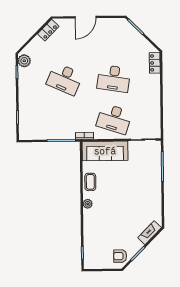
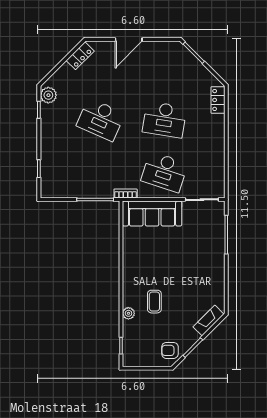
coffee table: (90, 182) -> (154, 302), moved
plant: (88, 204) -> (128, 313), moved

